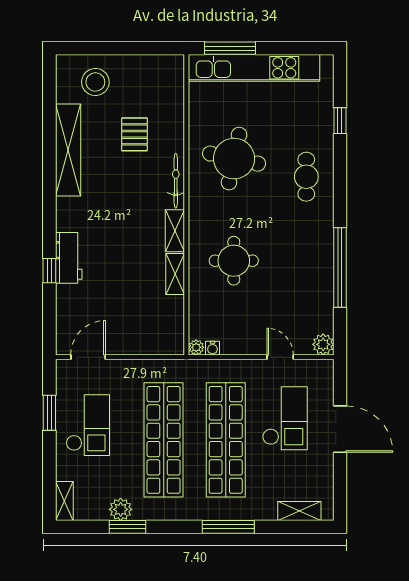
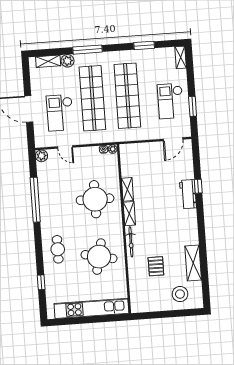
window: (230, 48) -> (106, 318), removed
shelving: (68, 150) -> (193, 263), width x0.68
round table: (234, 261) -> (95, 199), width x1.36, depth x1.36
plant: (121, 509) -> (68, 61), moved

